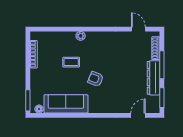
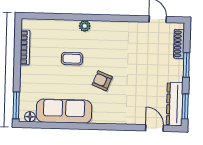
window: (162, 65) -> (186, 65), width x0.69
dresser: (154, 78) -> (175, 104), moved
door: (138, 115) -> (154, 128), hinge flipped

